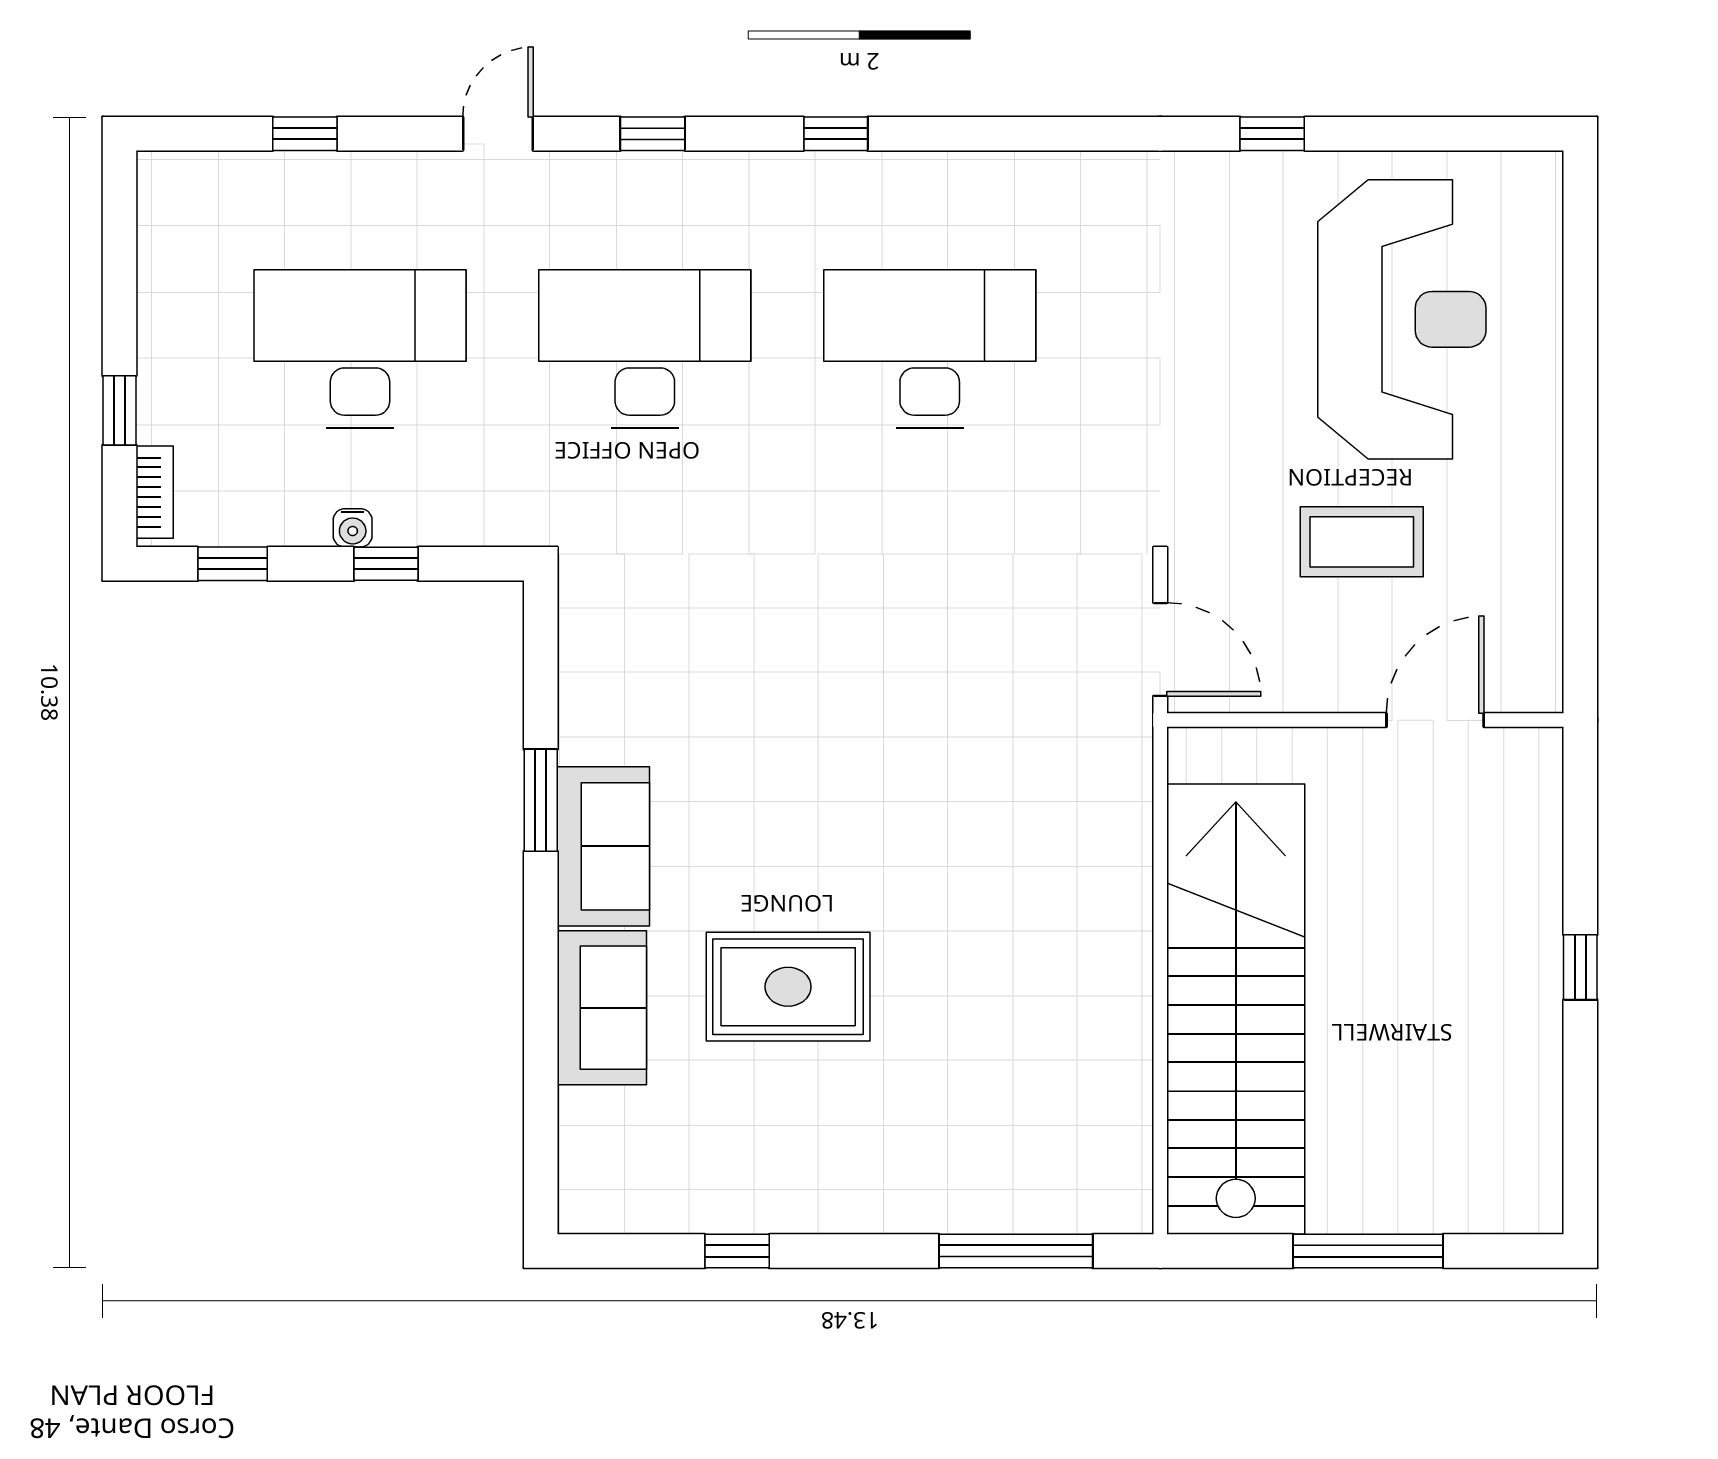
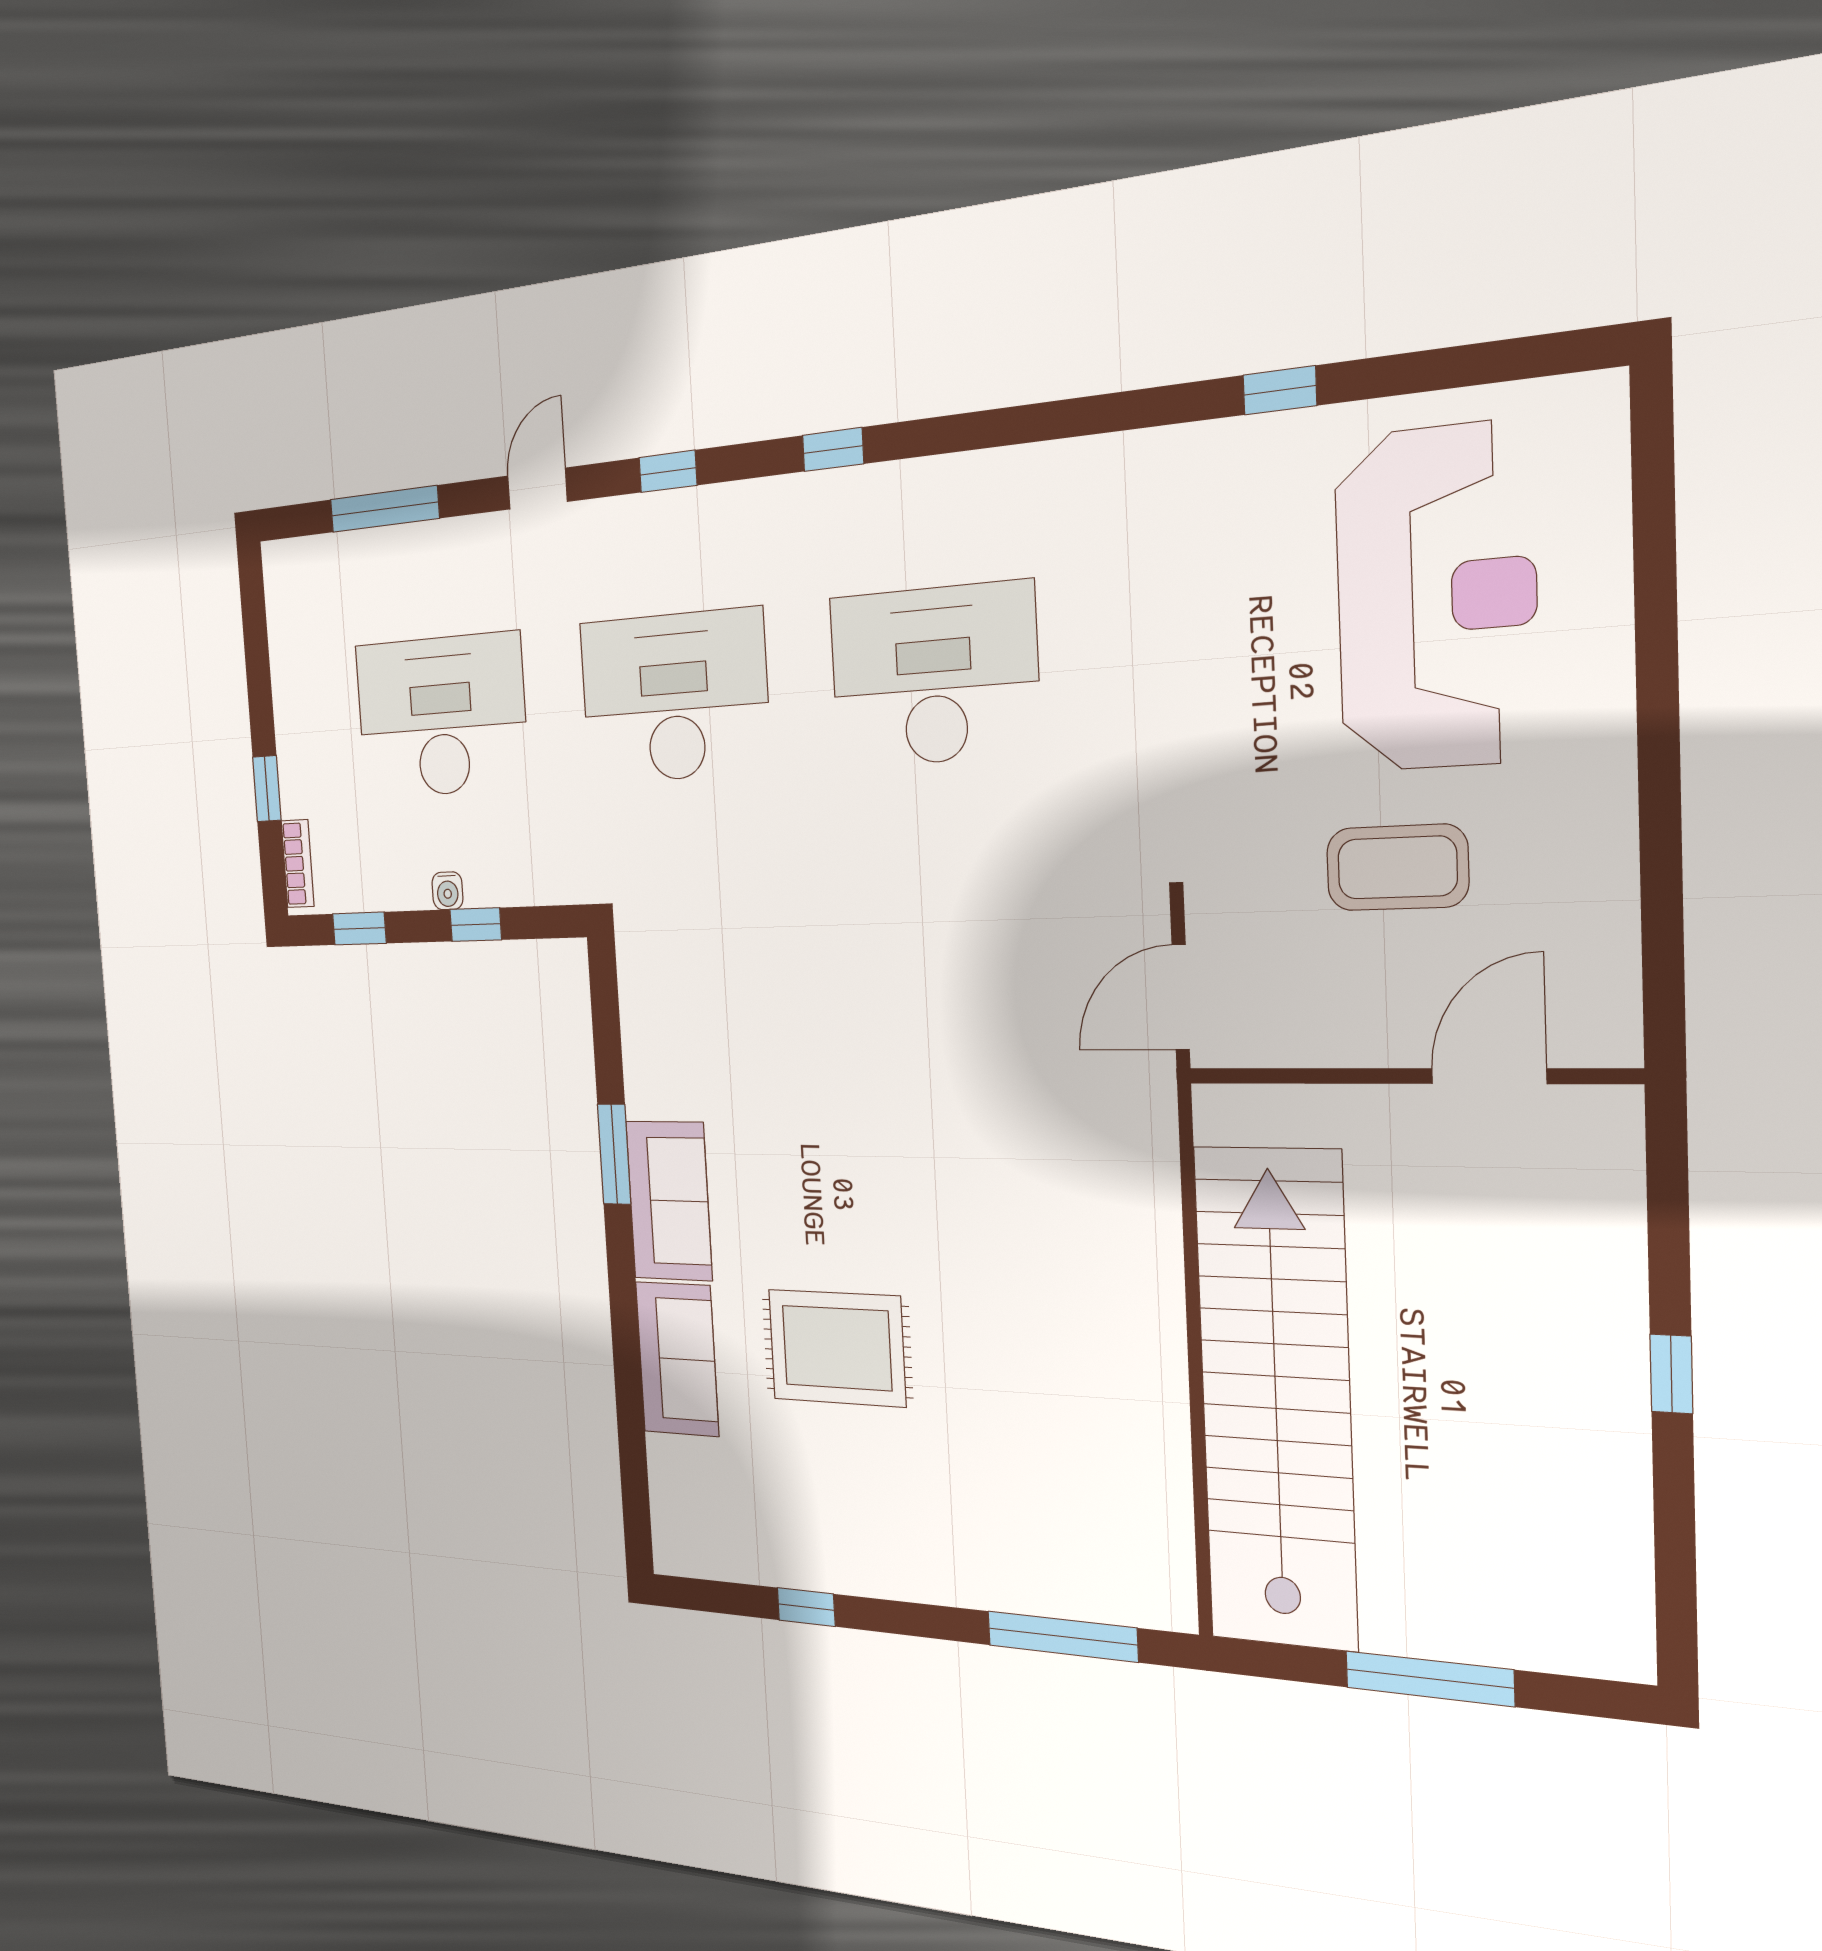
window: (305, 134) -> (384, 509), width x2.17
door: (1160, 649) -> (1181, 997), swing flipped

